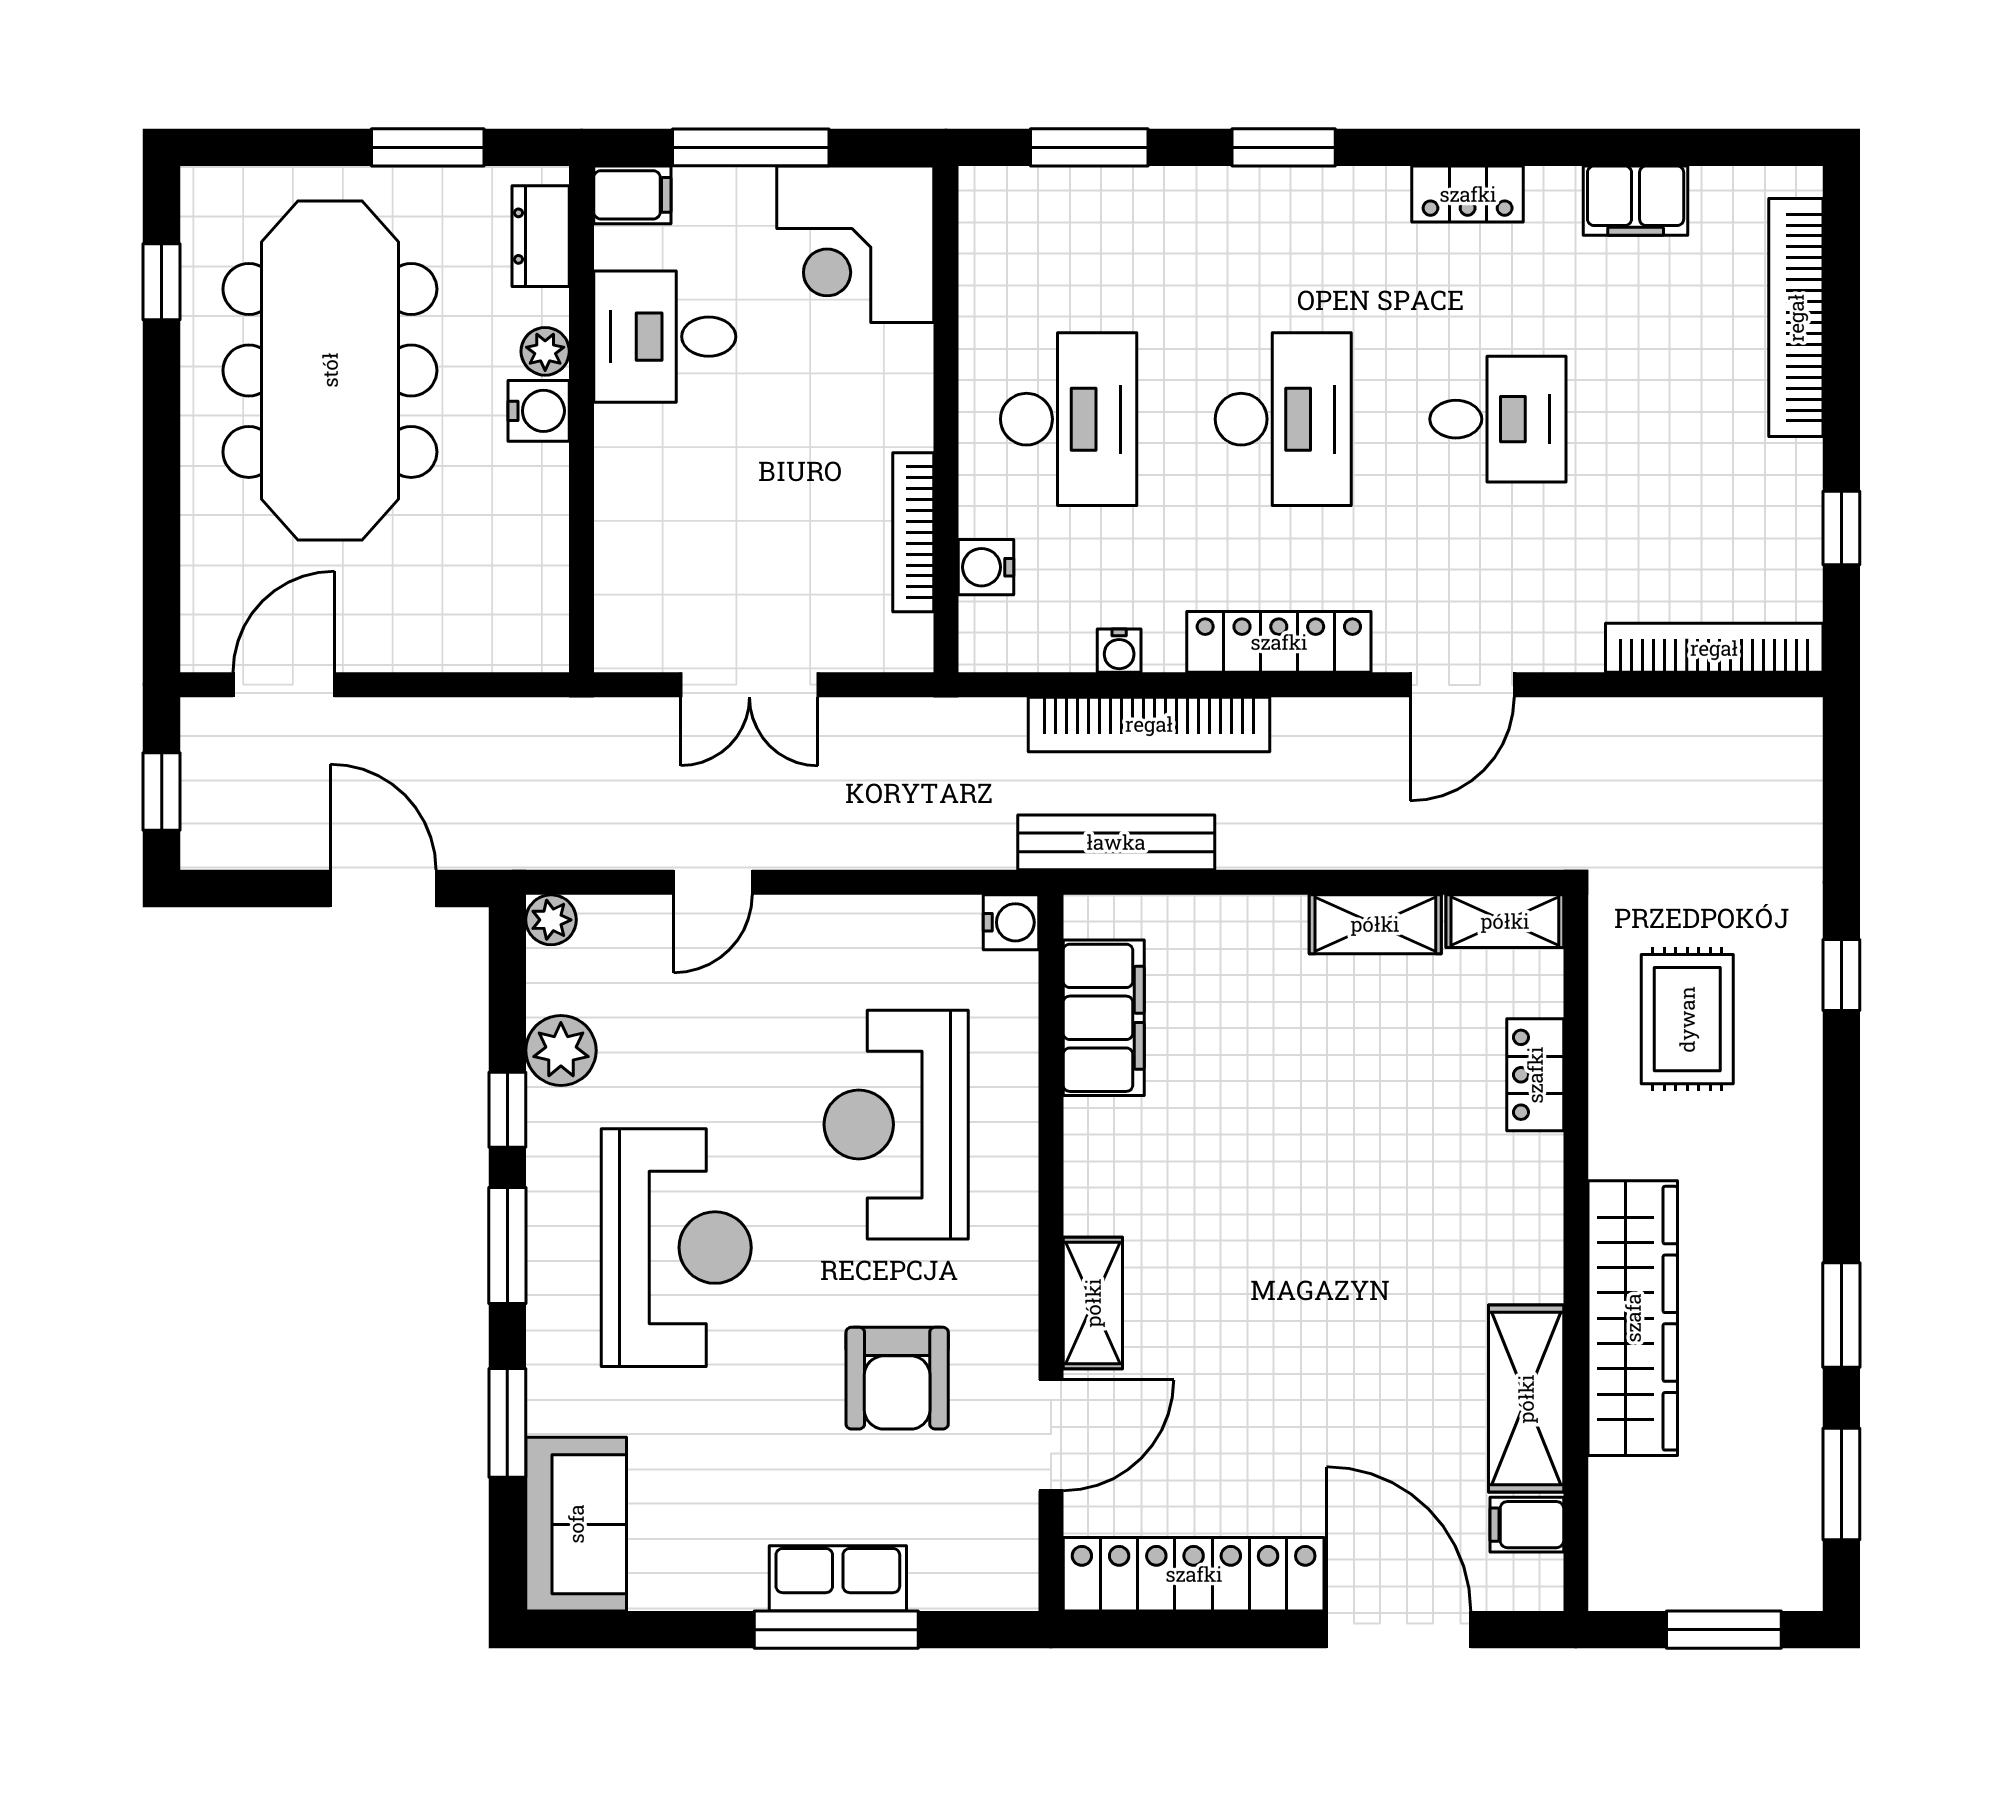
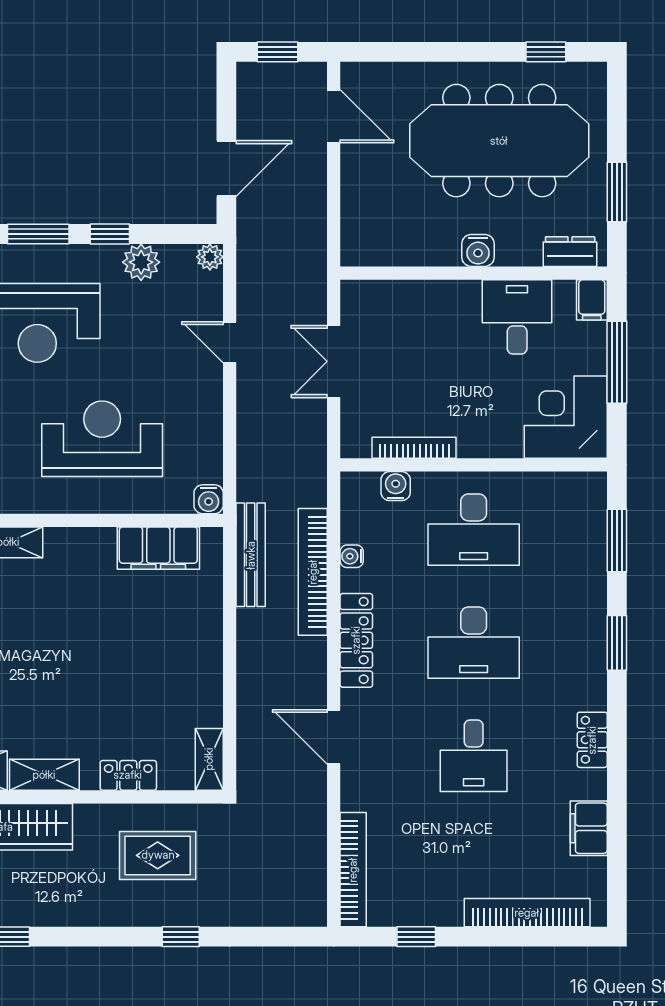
plant: (545, 351) -> (509, 254), removed
shelving: (1375, 924) -> (44, 775), moved, turned 90

